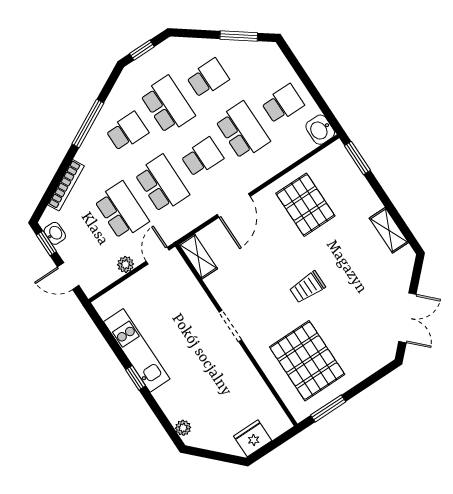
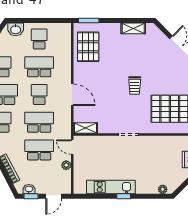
washbasin: (320, 130) -> (16, 29), moved
pallet: (305, 205) -> (88, 47), moved, turned 90

